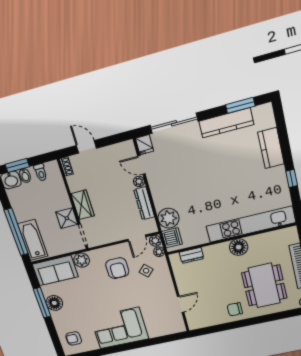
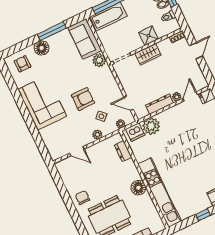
shower: (67, 218) -> (149, 36), moved
plant: (155, 241) -> (97, 135), moved
armchair: (117, 268) -> (83, 99), moved, turned 180
floor lamp: (54, 303) -> (42, 48), moved

